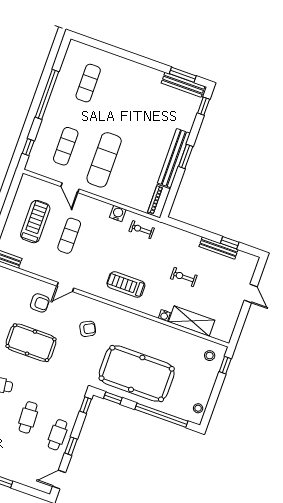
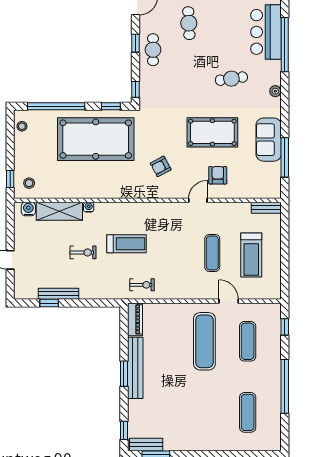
bench: (183, 85) -> (146, 444), width x0.73
water cooler: (118, 213) -> (28, 209), moved, turned 180
treadmill: (126, 284) -> (127, 244), moved
armchair: (40, 303) -> (218, 175), turned 90
cafe table: (28, 417) -> (189, 23), moved

